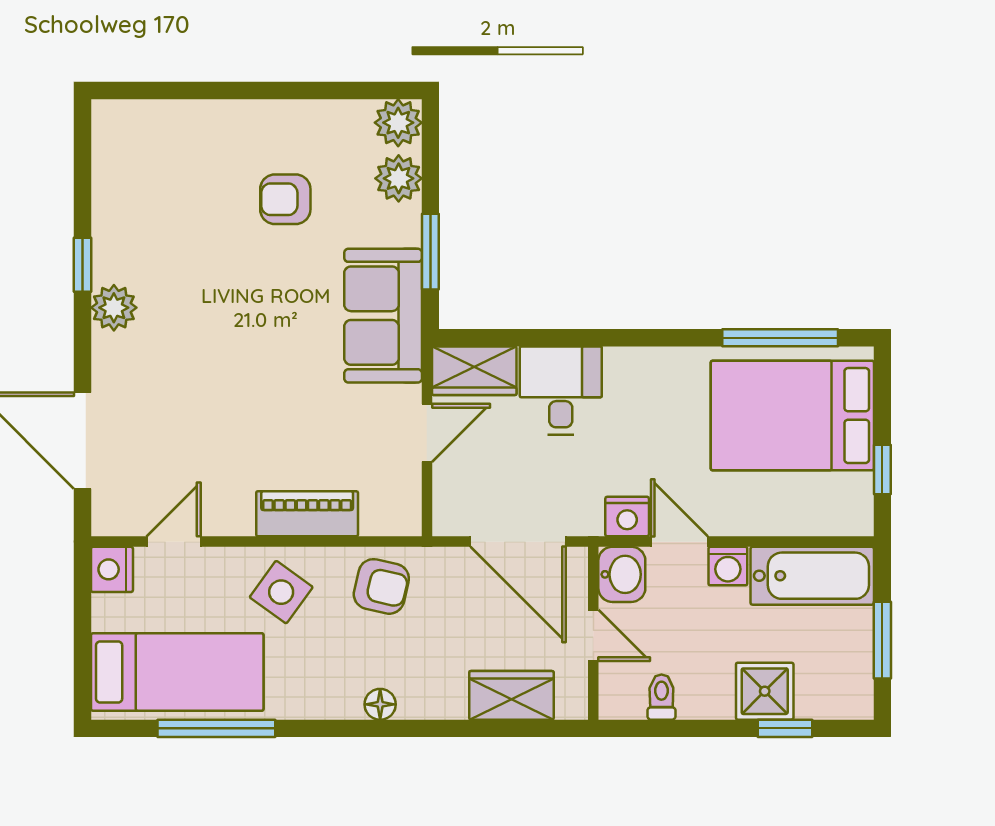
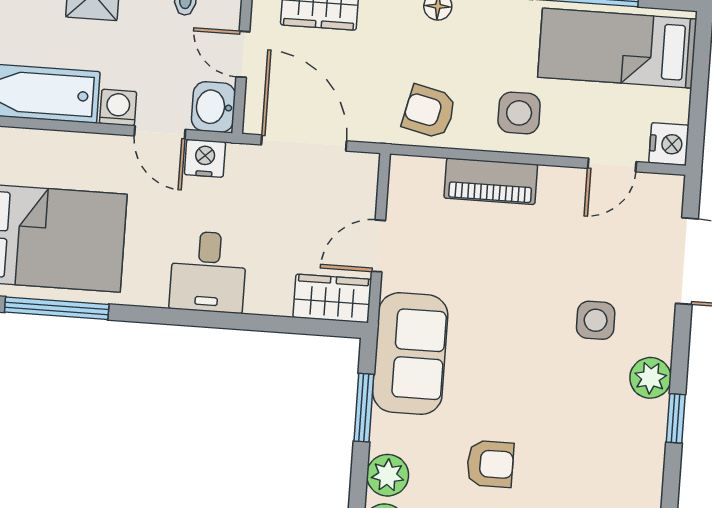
side table: (179, 367) -> (596, 320), added
desk: (561, 390) -> (208, 272), moved
side table: (281, 592) -> (519, 113), turned -36

